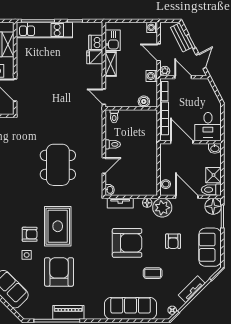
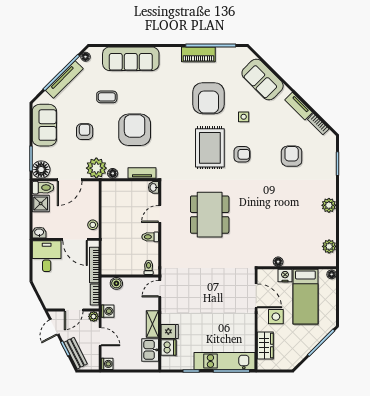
door: (183, 77) -> (74, 310), hinge flipped
door: (104, 97) -> (160, 289), swing flipped
stool: (166, 184) -> (93, 225), moved
door: (187, 197) -> (70, 180), hinge flipped
armchair: (30, 234) -> (242, 154), moved, turned 180
armchair: (127, 243) -> (135, 130), turned 90
tv unit: (192, 289) -> (64, 80), width x1.41

